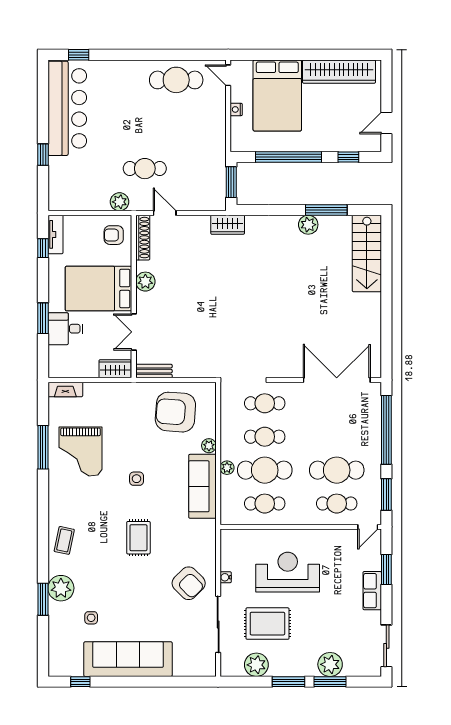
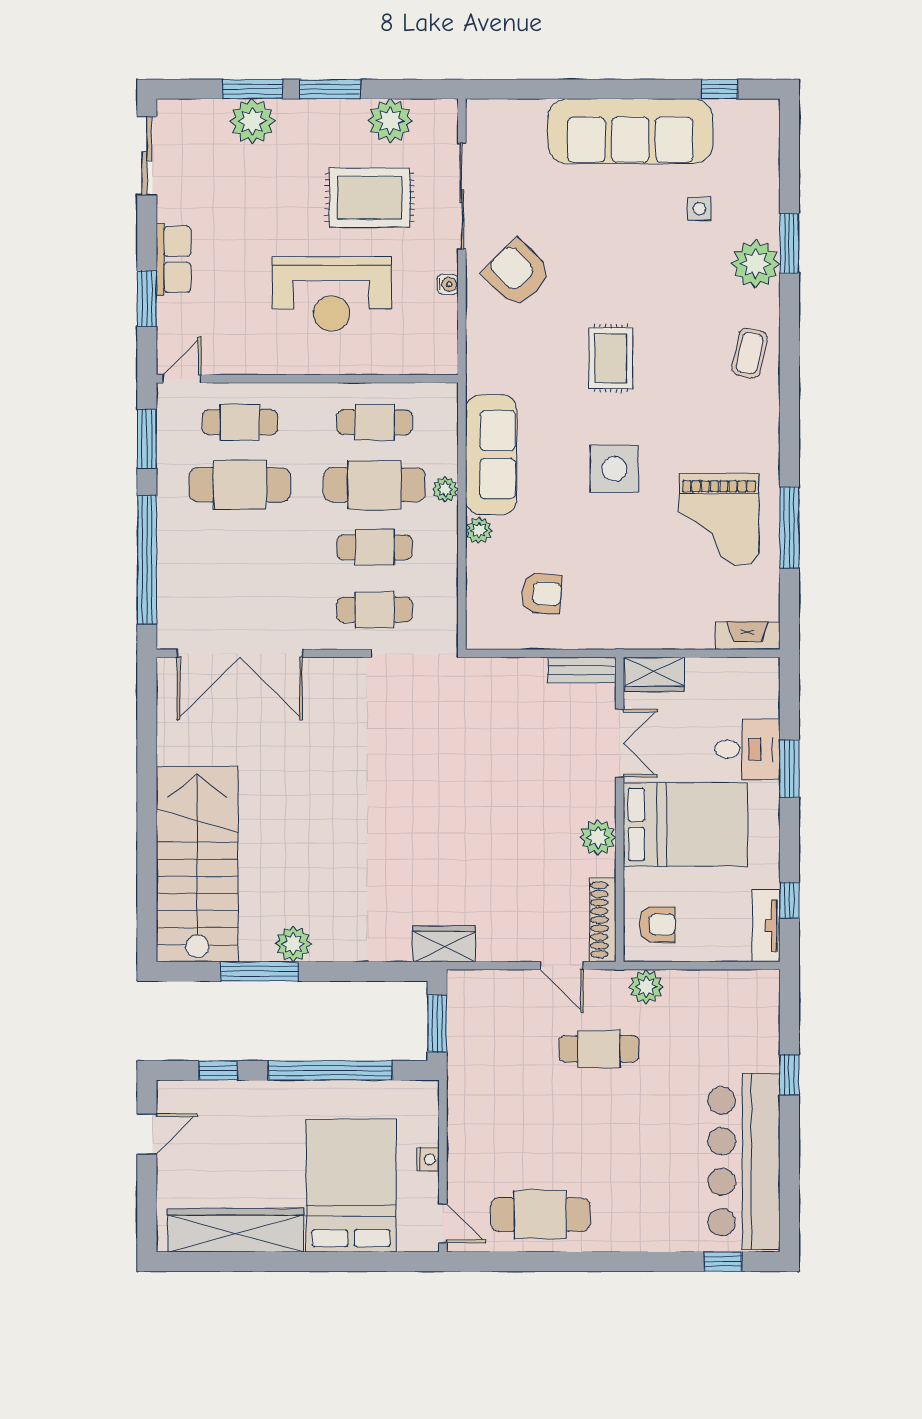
stairs: (367, 253) -> (197, 864), width x1.36, depth x1.51
armchair: (175, 412) -> (542, 593), width x0.53, depth x0.53
grand piano: (81, 452) -> (719, 520), turned 180
side table: (137, 479) -> (614, 469), width x1.87, depth x1.87

